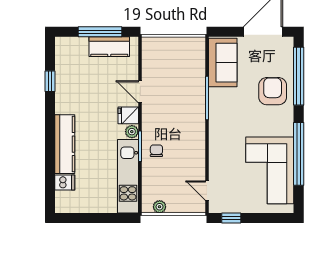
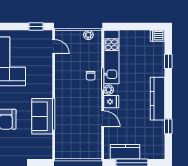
sofa: (223, 63) -> (42, 116), moved
kitchen counter: (65, 144) -> (158, 99), moved
window: (50, 170) -> (168, 61), added
dishwasher: (65, 183) -> (157, 36), moved

